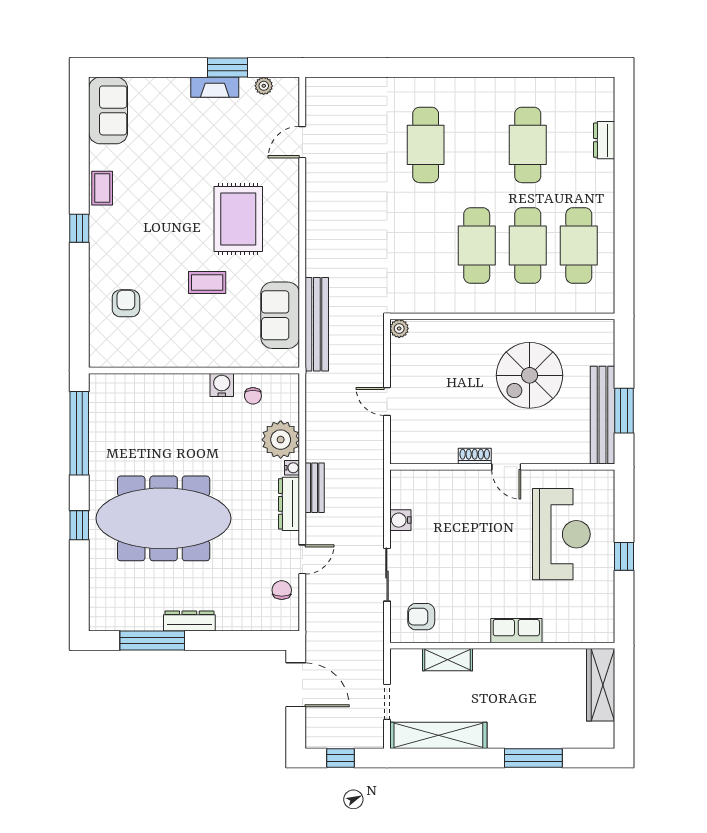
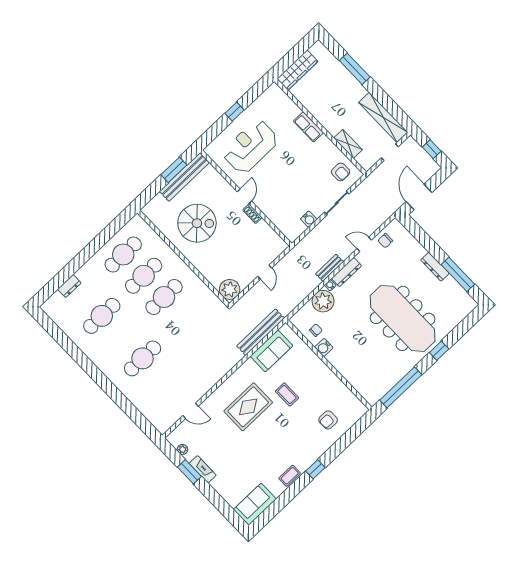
plant: (399, 329) -> (230, 289), width x1.88, depth x1.88

